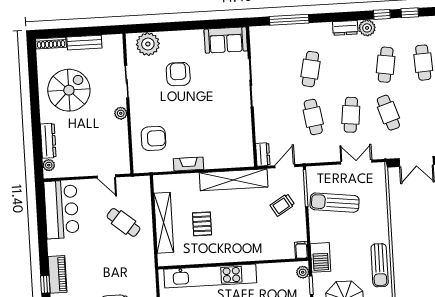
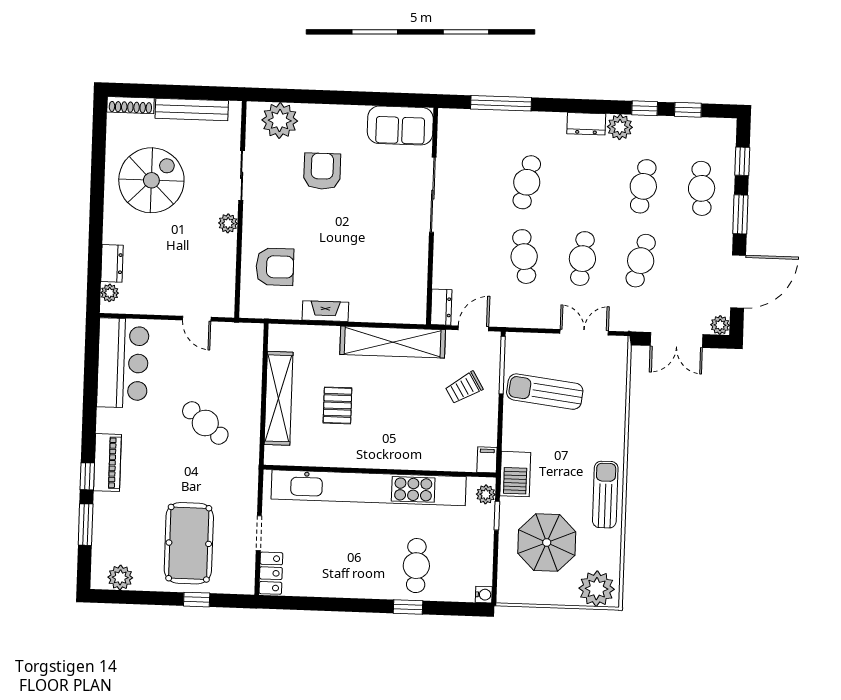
bench: (84, 43) -> (192, 109), width x1.36
cafe table: (388, 113) -> (641, 261), turned 33
dresser: (48, 141) -> (112, 263), width x0.70
cafe table: (124, 222) -> (205, 423), moved
sun lounger: (380, 265) -> (605, 495), turned 180
kitchen unit: (210, 276) -> (369, 488), width x1.36

